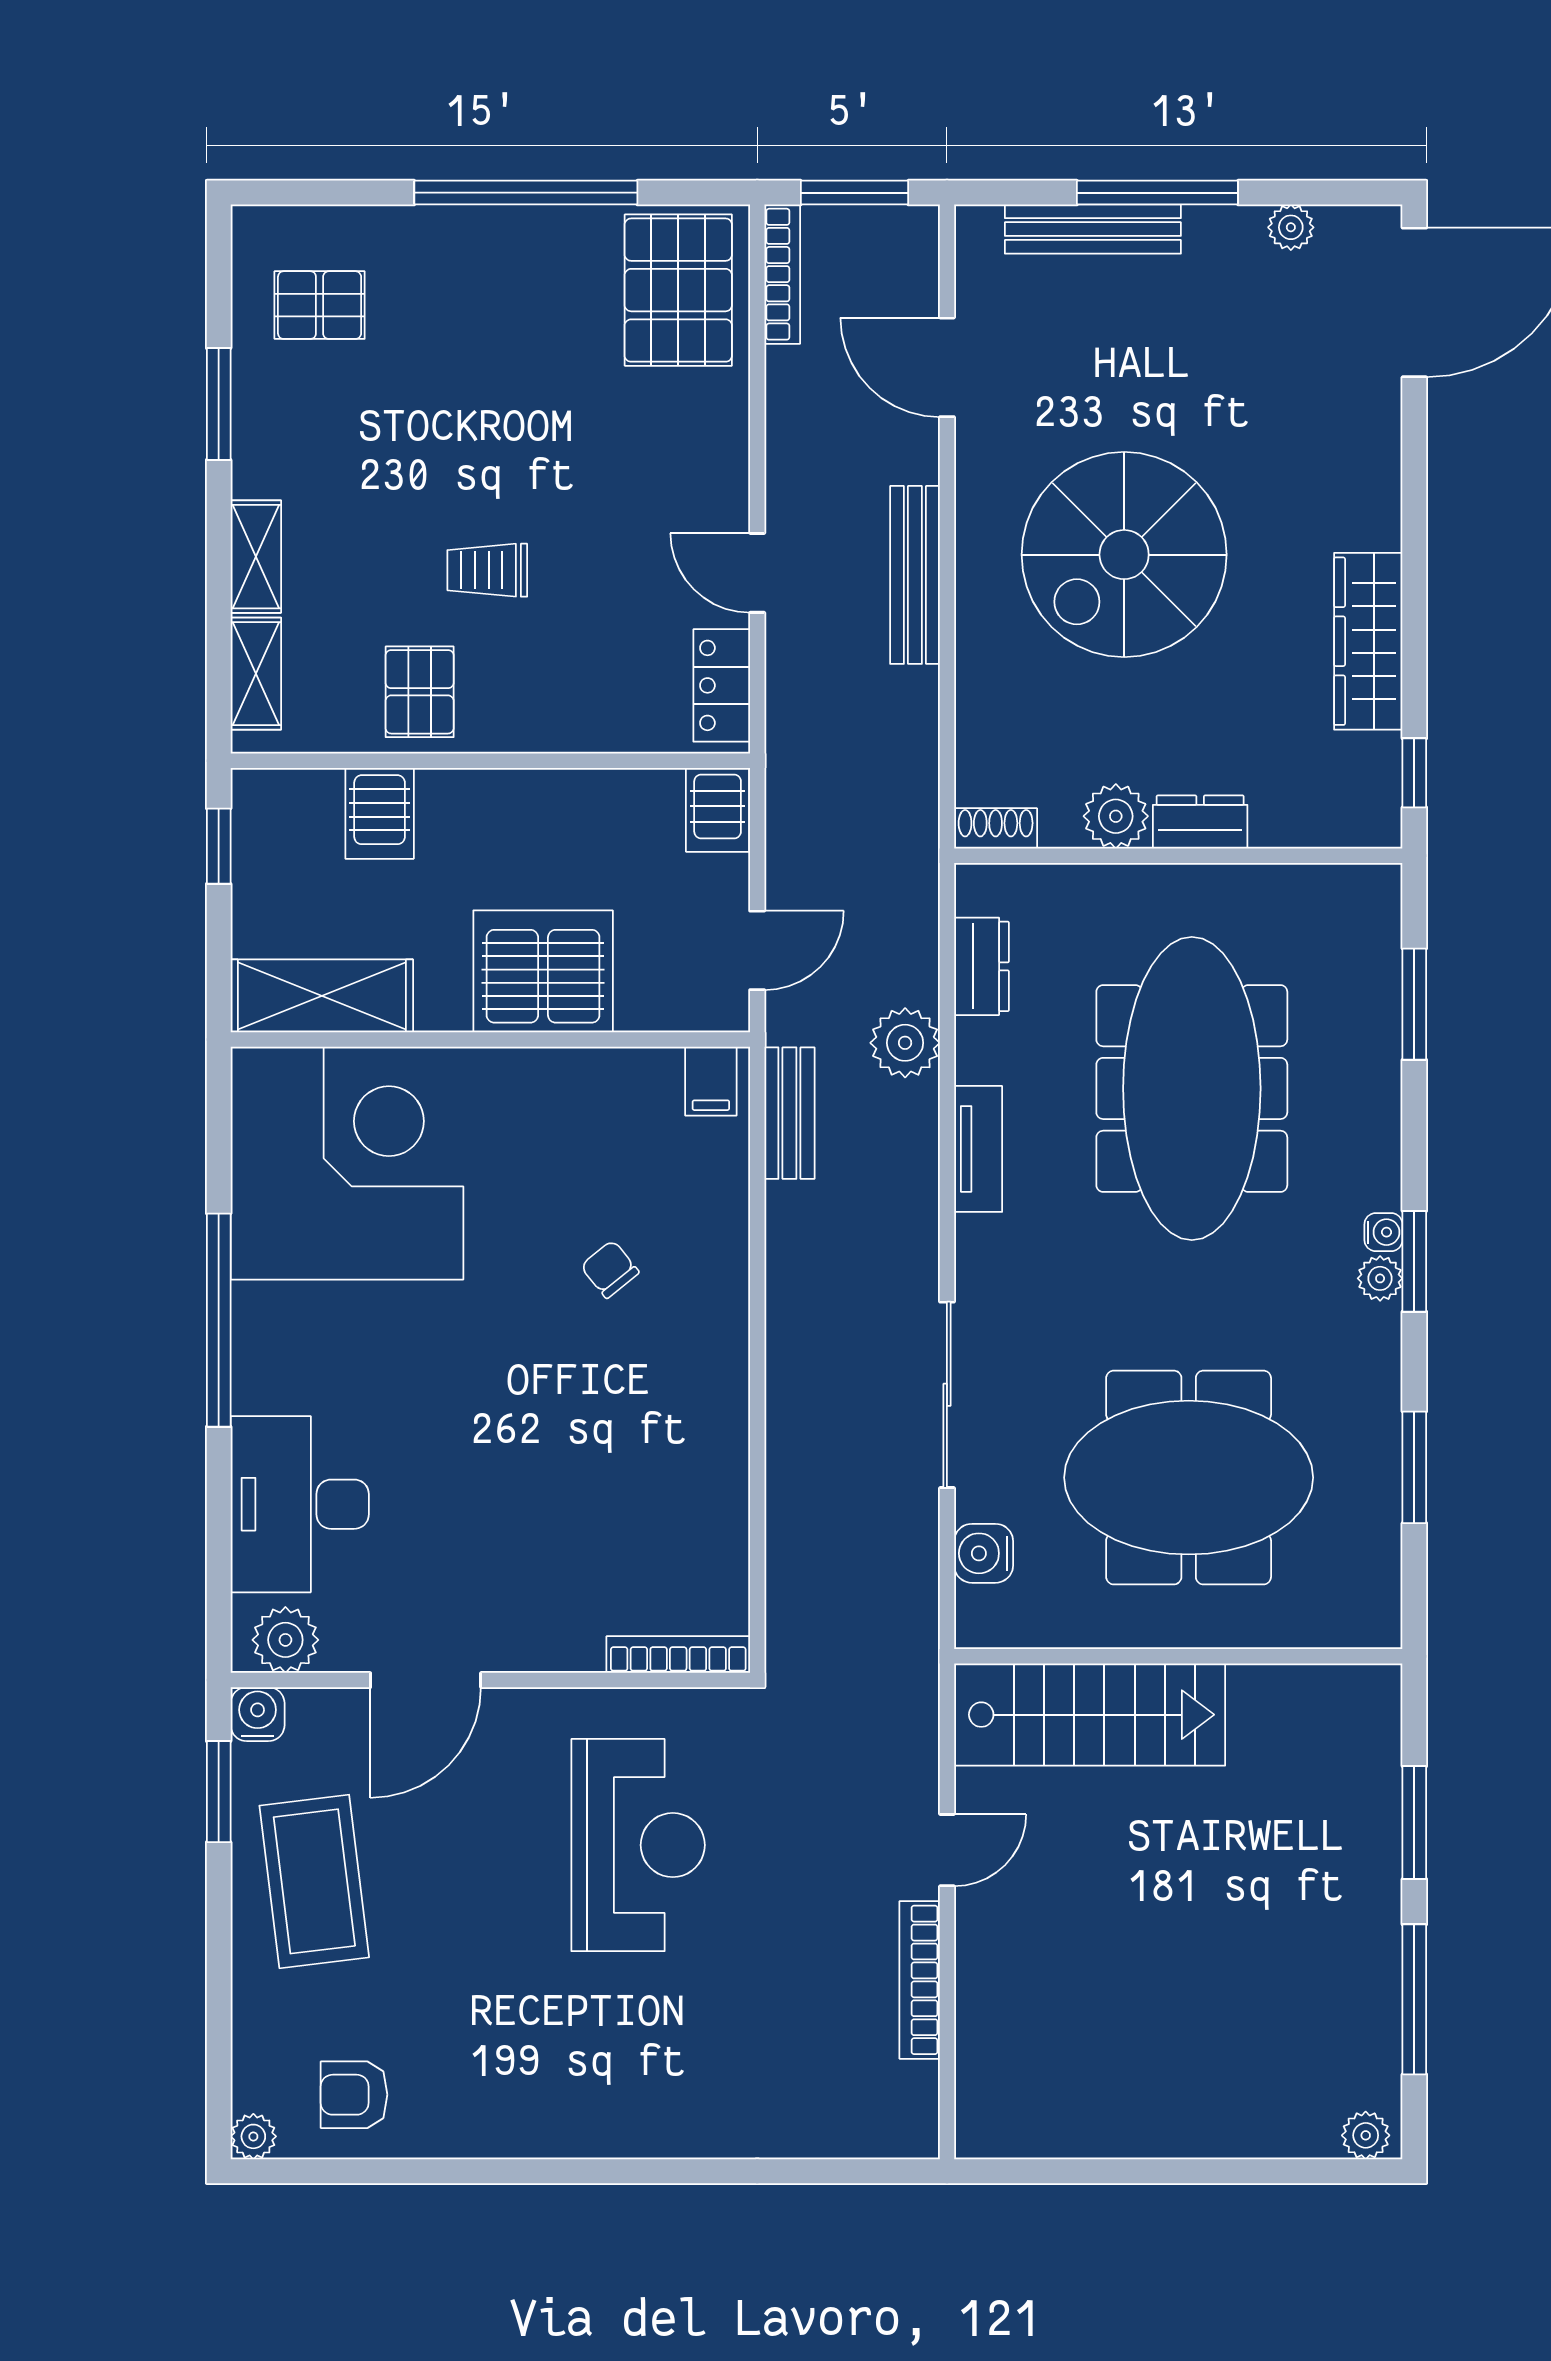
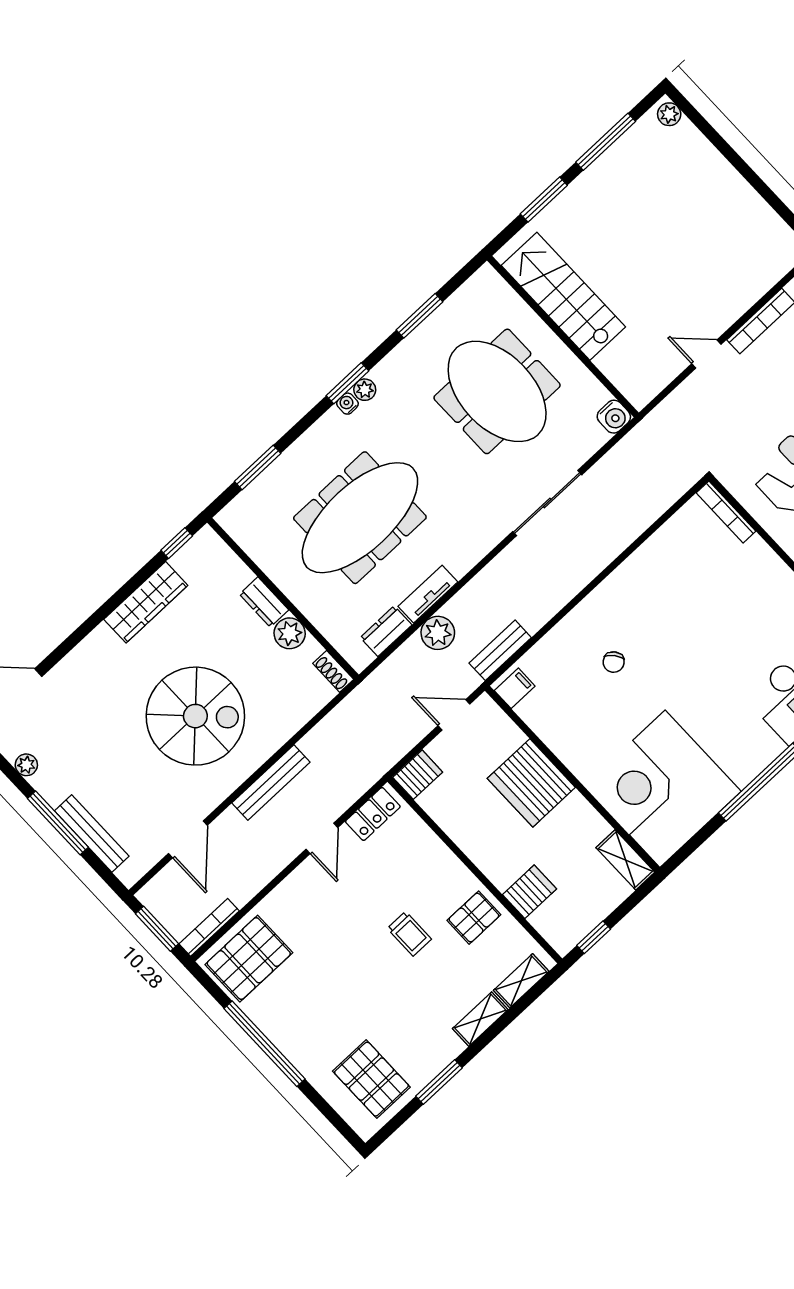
pallet: (320, 305) -> (371, 1079), width x1.50, depth x1.42
shelving: (322, 996) -> (625, 860), width x0.67, depth x0.75
tv unit: (978, 1149) -> (428, 594), moved
water cooler: (984, 1553) -> (614, 417), moved
stairs: (1090, 1715) -> (563, 296), moved

